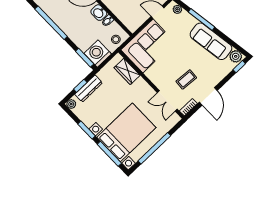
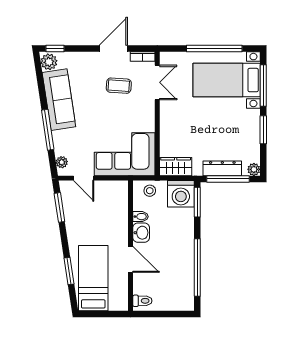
wardrobe: (127, 71) -> (176, 167), moved, turned -90
window: (80, 86) -> (228, 179), width x2.17
bed with nightstands: (126, 132) -> (227, 80), width x0.73

